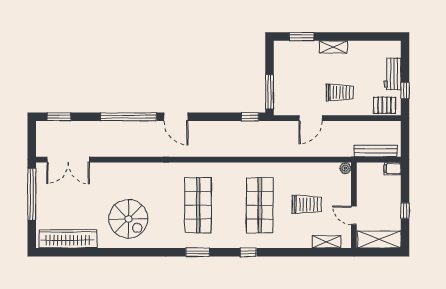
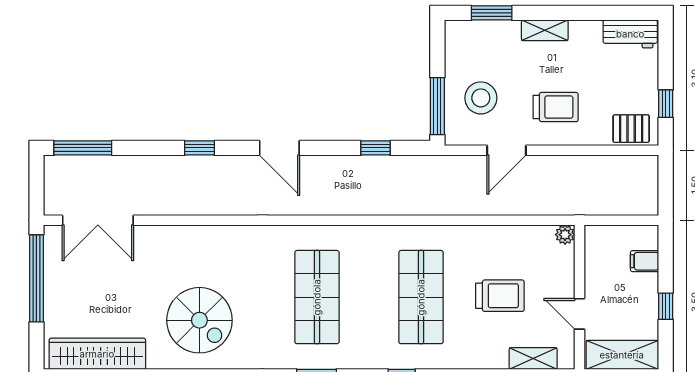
workbench: (392, 74) -> (630, 34), moved, turned -90
stool: (295, 87) -> (481, 98), added
window: (59, 117) -> (83, 148), width x1.44
window: (128, 117) -> (200, 148), width x0.32
window: (250, 117) -> (375, 148), moved
bench: (375, 151) -> (616, 205), removed
filing cabinet: (392, 169) -> (645, 261), moved

